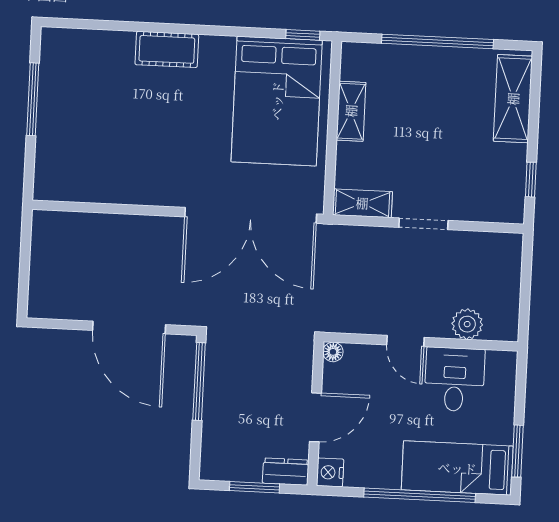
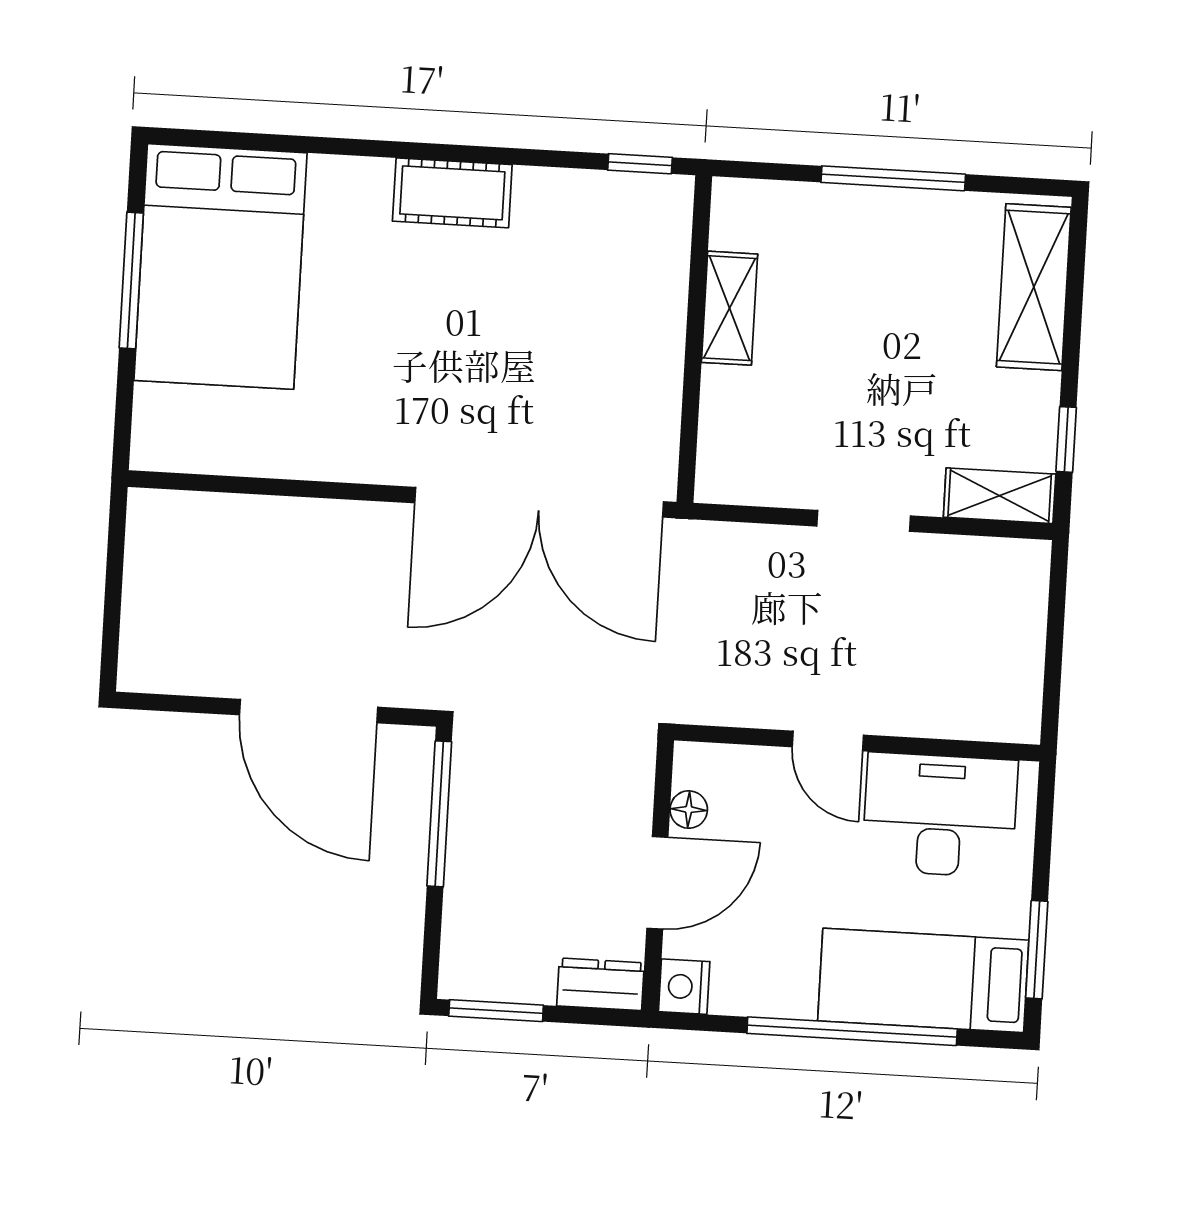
window: (438, 41) -> (893, 178), width x0.68
cot: (167, 49) -> (452, 193), moved
bed: (277, 101) -> (221, 267), moved
shelving: (362, 203) -> (1000, 496), moved
plant: (467, 324) -> (944, 710), removed
floor lamp: (333, 352) -> (689, 810), moved
desk: (454, 379) -> (940, 815), width x1.37
window: (255, 487) -> (496, 1011), moved

